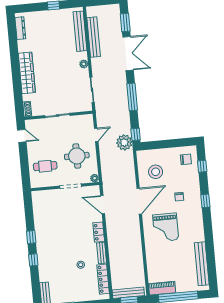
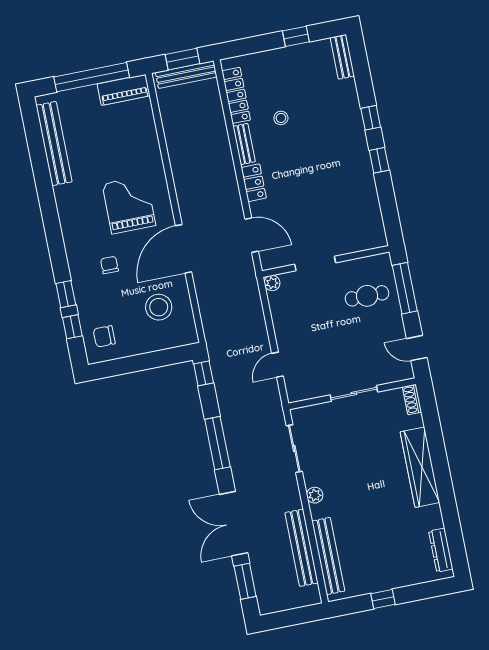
plant: (124, 142) -> (223, 356), removed
round table: (77, 156) -> (310, 321), removed
window: (25, 168) -> (405, 288), added
window: (205, 201) -> (66, 294), moved

